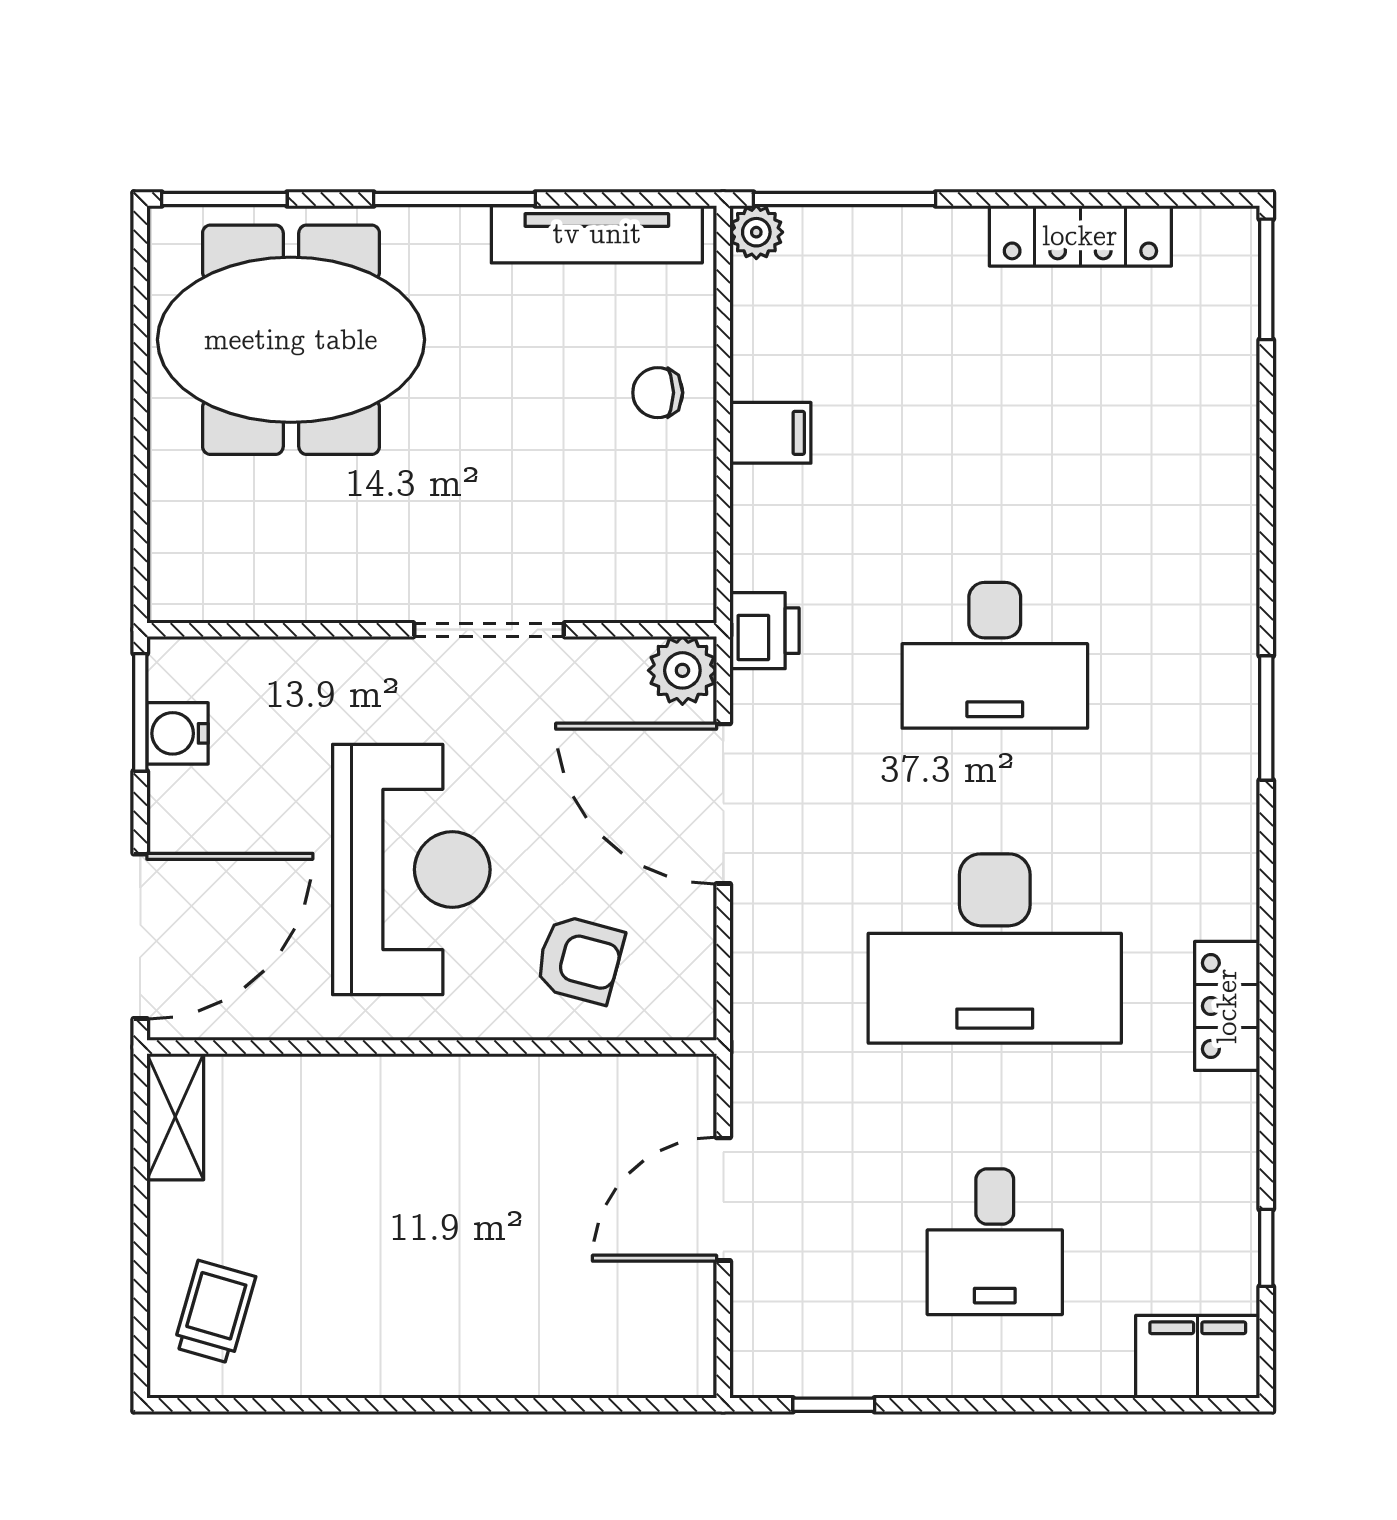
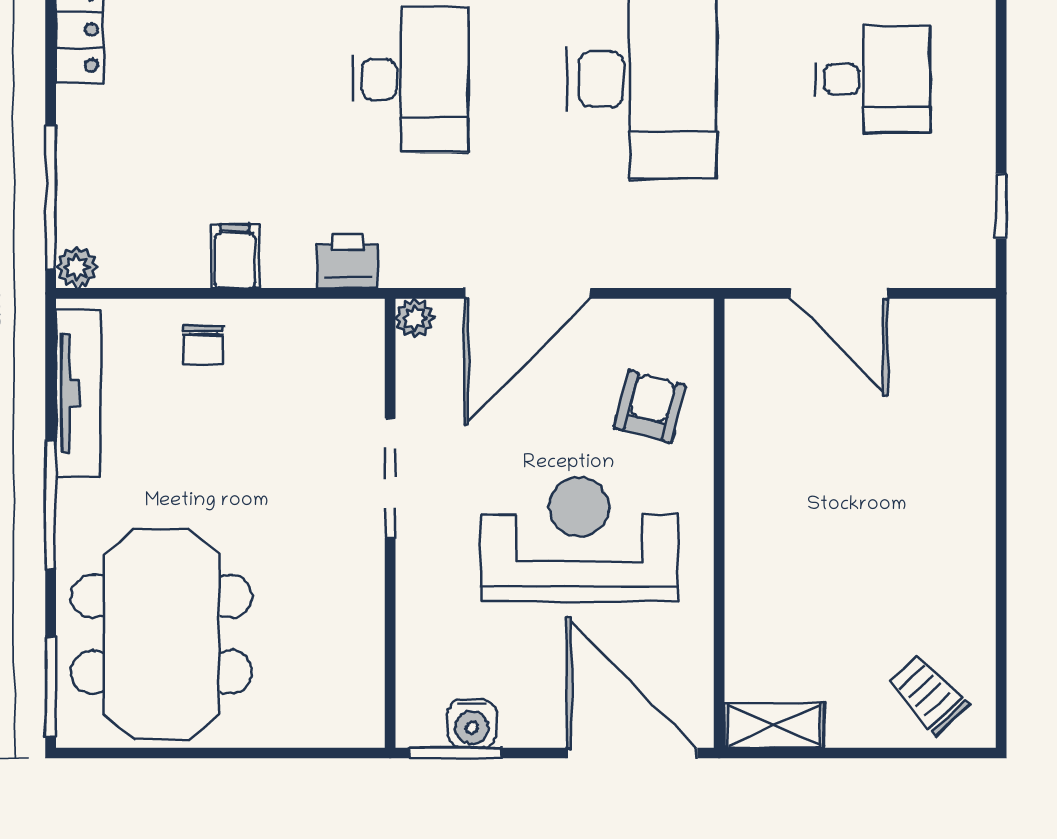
printer: (764, 631) -> (348, 261), moved
plant: (682, 670) -> (415, 318), width x0.73, depth x0.73
trolley: (215, 1312) -> (928, 694), turned 31

